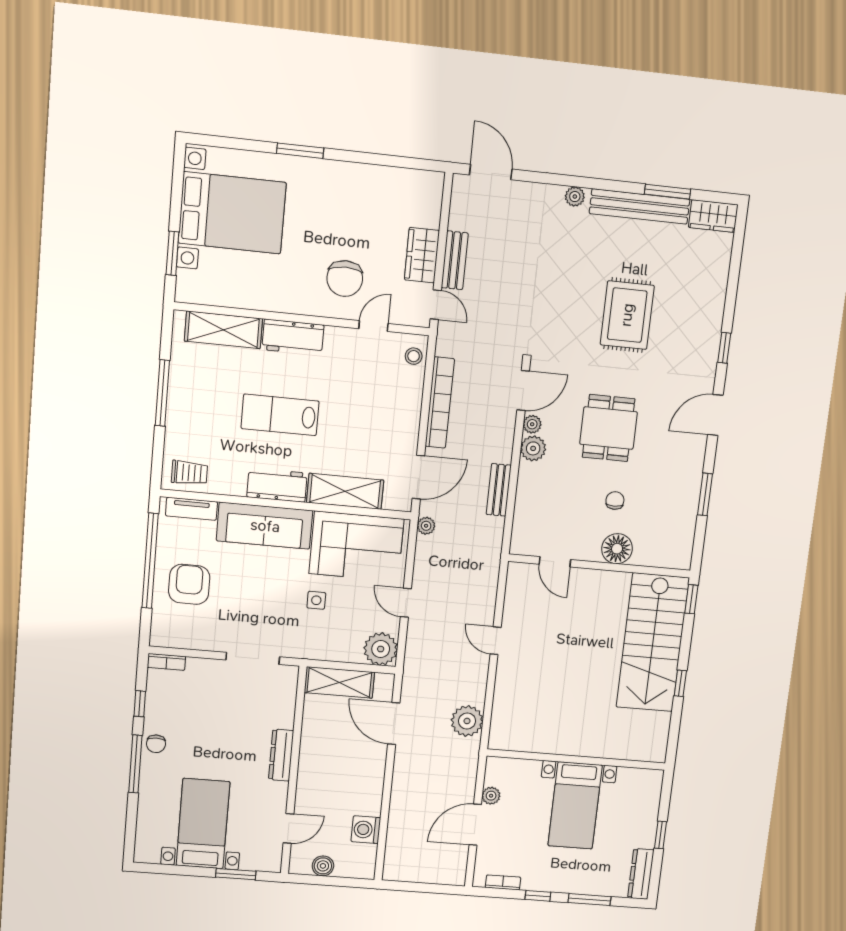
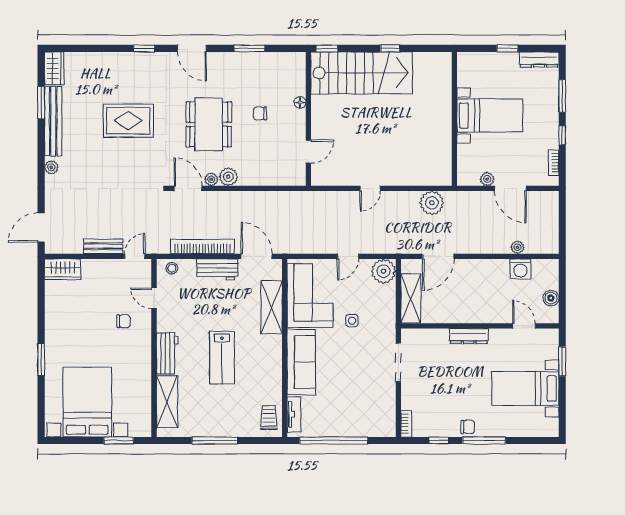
wardrobe: (422, 255) -> (63, 269), moved
chair: (345, 279) -> (123, 321), width x0.54, depth x0.54
dining table: (609, 428) -> (209, 124), width x1.38
workbench: (277, 485) -> (217, 269), moved, turned -90
bench: (499, 490) -> (260, 198), removed
plant: (426, 526) -> (518, 247), moved
floor lamp: (617, 549) -> (300, 102), width x0.53, depth x0.53
armchair: (189, 584) -> (348, 412), removed

